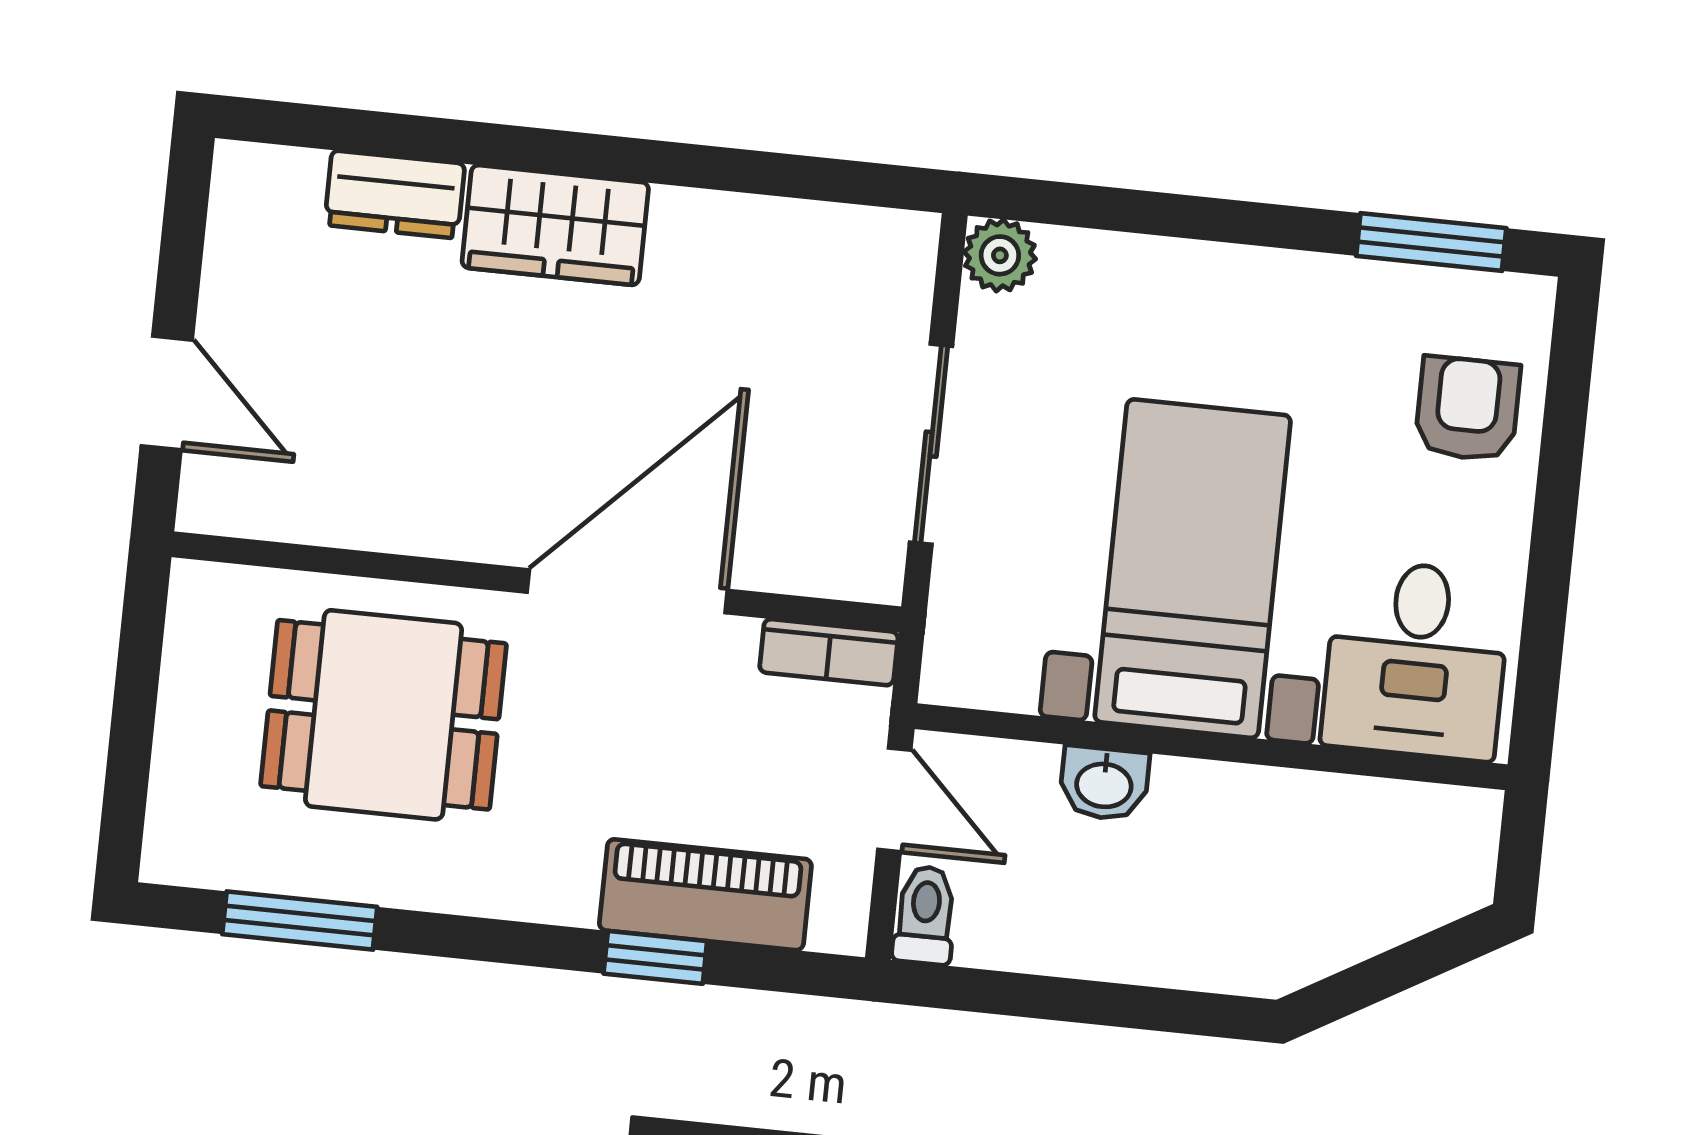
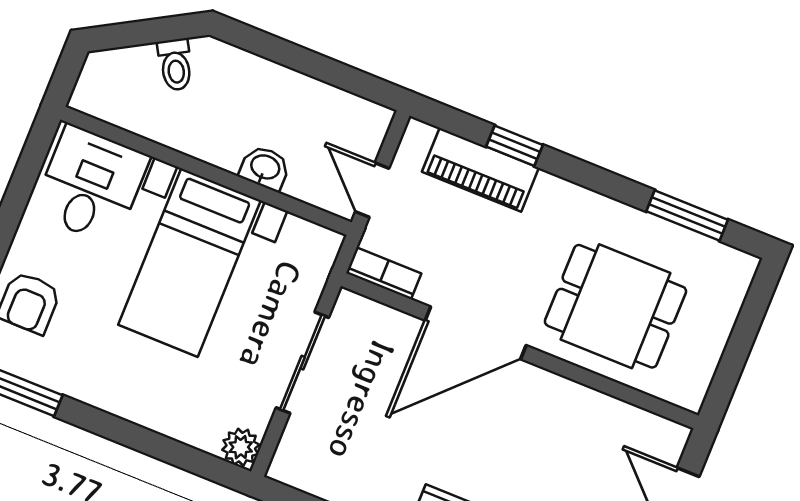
toilet: (925, 915) -> (175, 65), moved, turned -30

